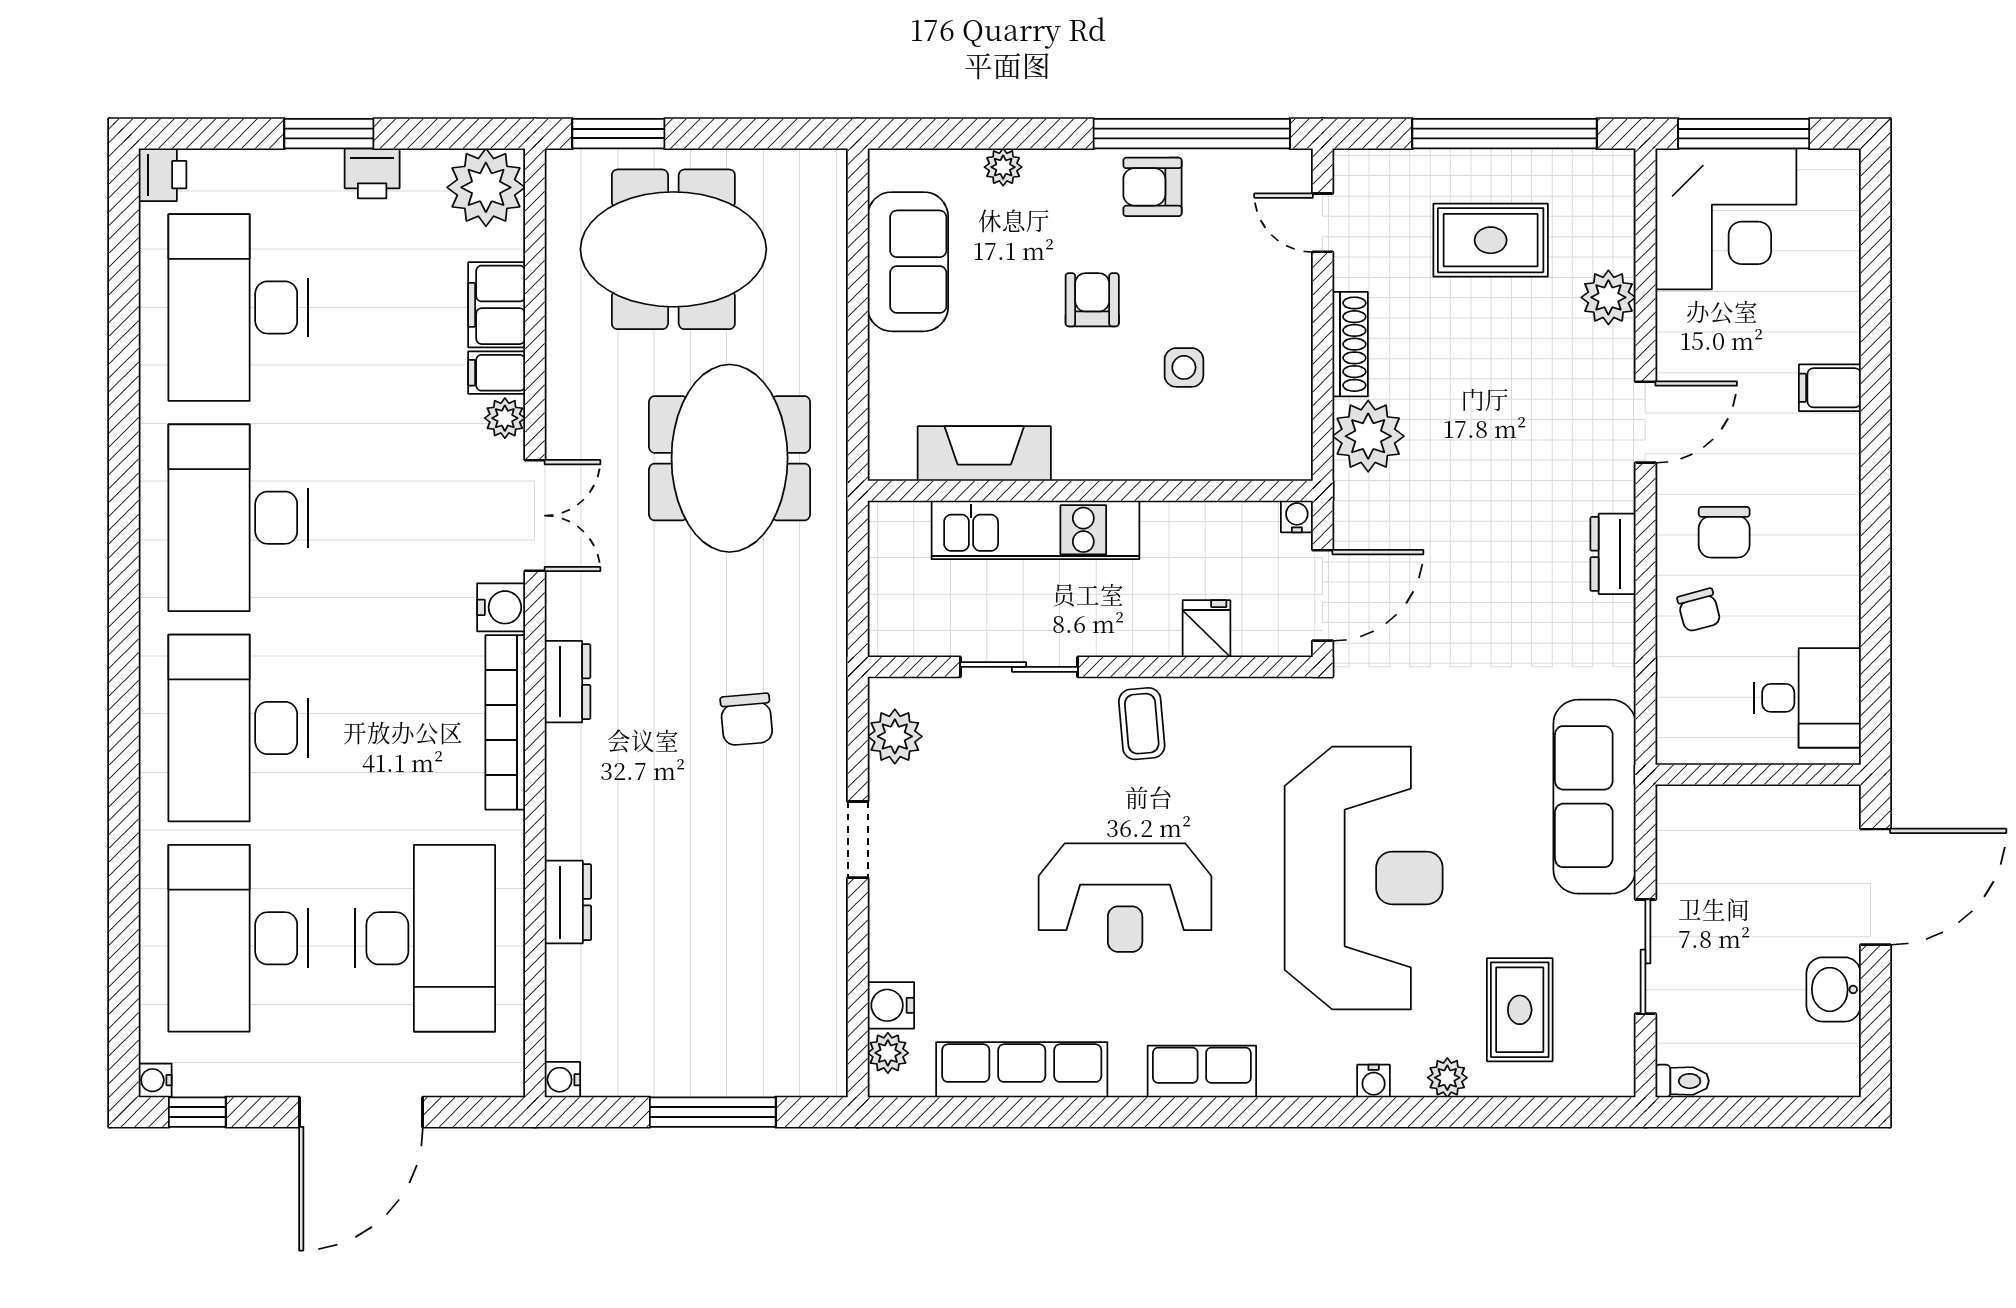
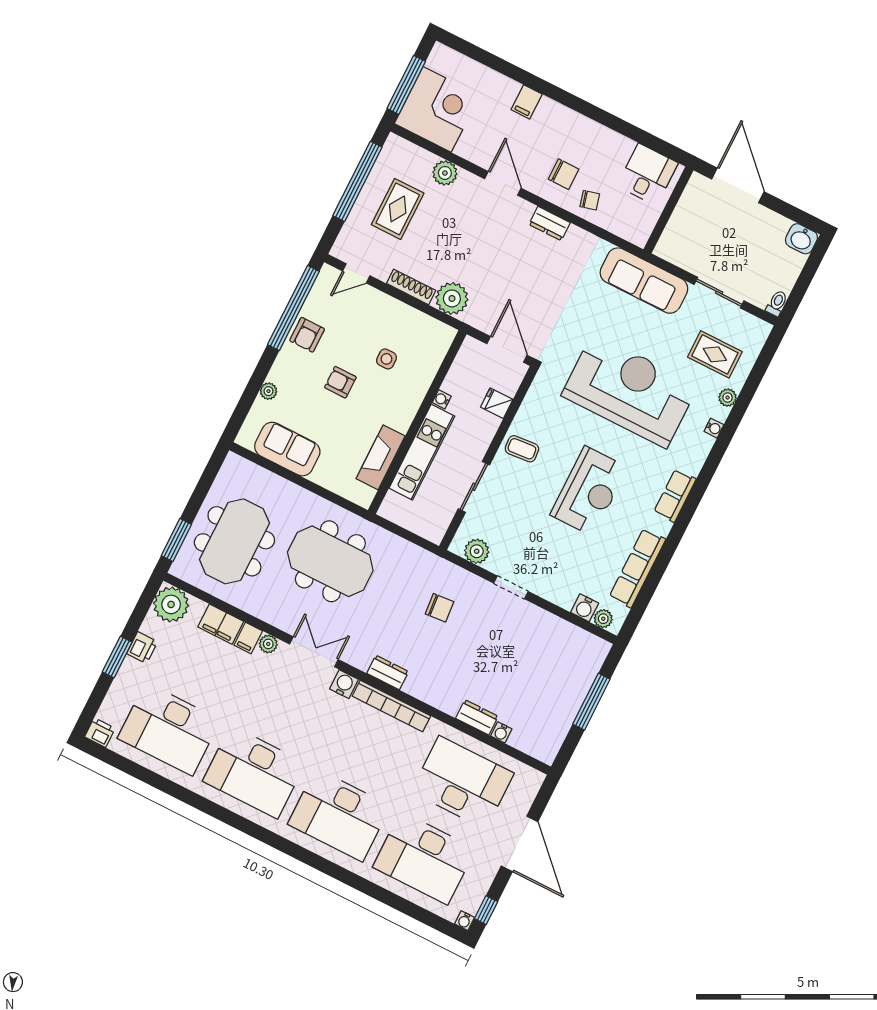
water cooler: (1297, 516) -> (442, 399), moved
washbasin: (1834, 989) -> (801, 239), moved
water cooler: (562, 1080) -> (501, 732), moved

